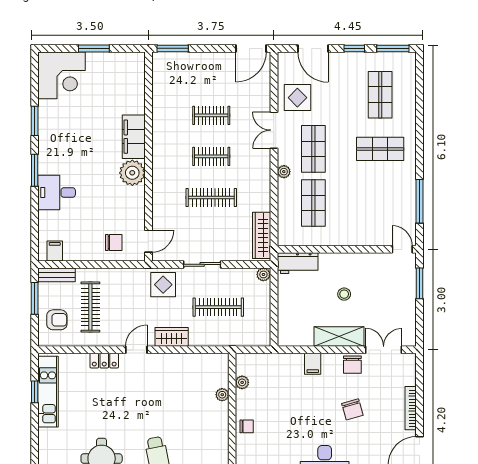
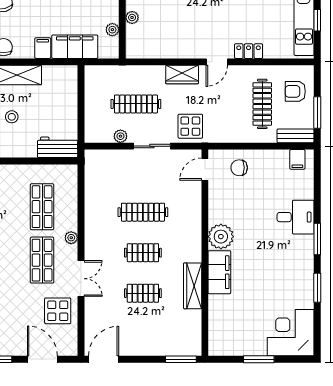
wardrobe: (262, 235) -> (193, 286), moved, turned 180
plant: (263, 274) -> (120, 136), moved
filing cabinet: (280, 365) -> (75, 47), added

